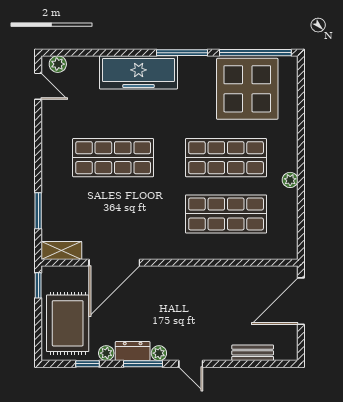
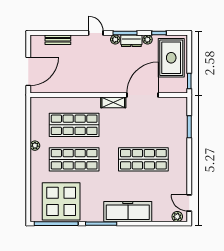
shelving: (61, 251) -> (113, 102), moved

